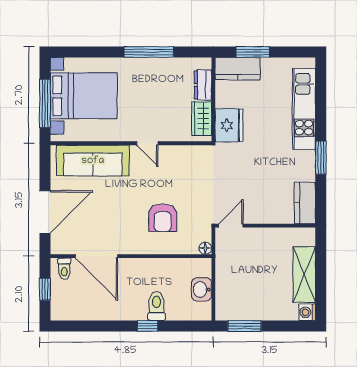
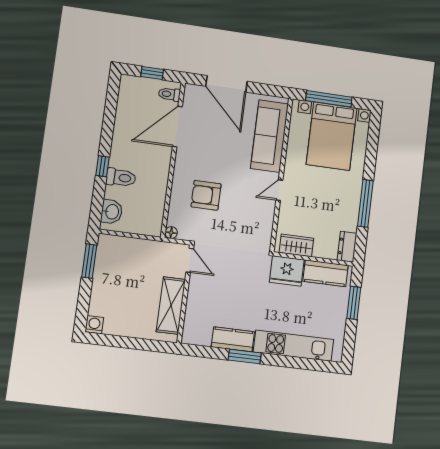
kitchen counter: (238, 69) -> (326, 273), moved, turned -90
dresser: (203, 85) -> (347, 247), moved, turned -90
kitchen counter: (305, 203) -> (233, 339), moved
shelving: (304, 275) -> (171, 306), moved, turned 90
washbasin: (202, 290) -> (112, 212), moved, turned 90

